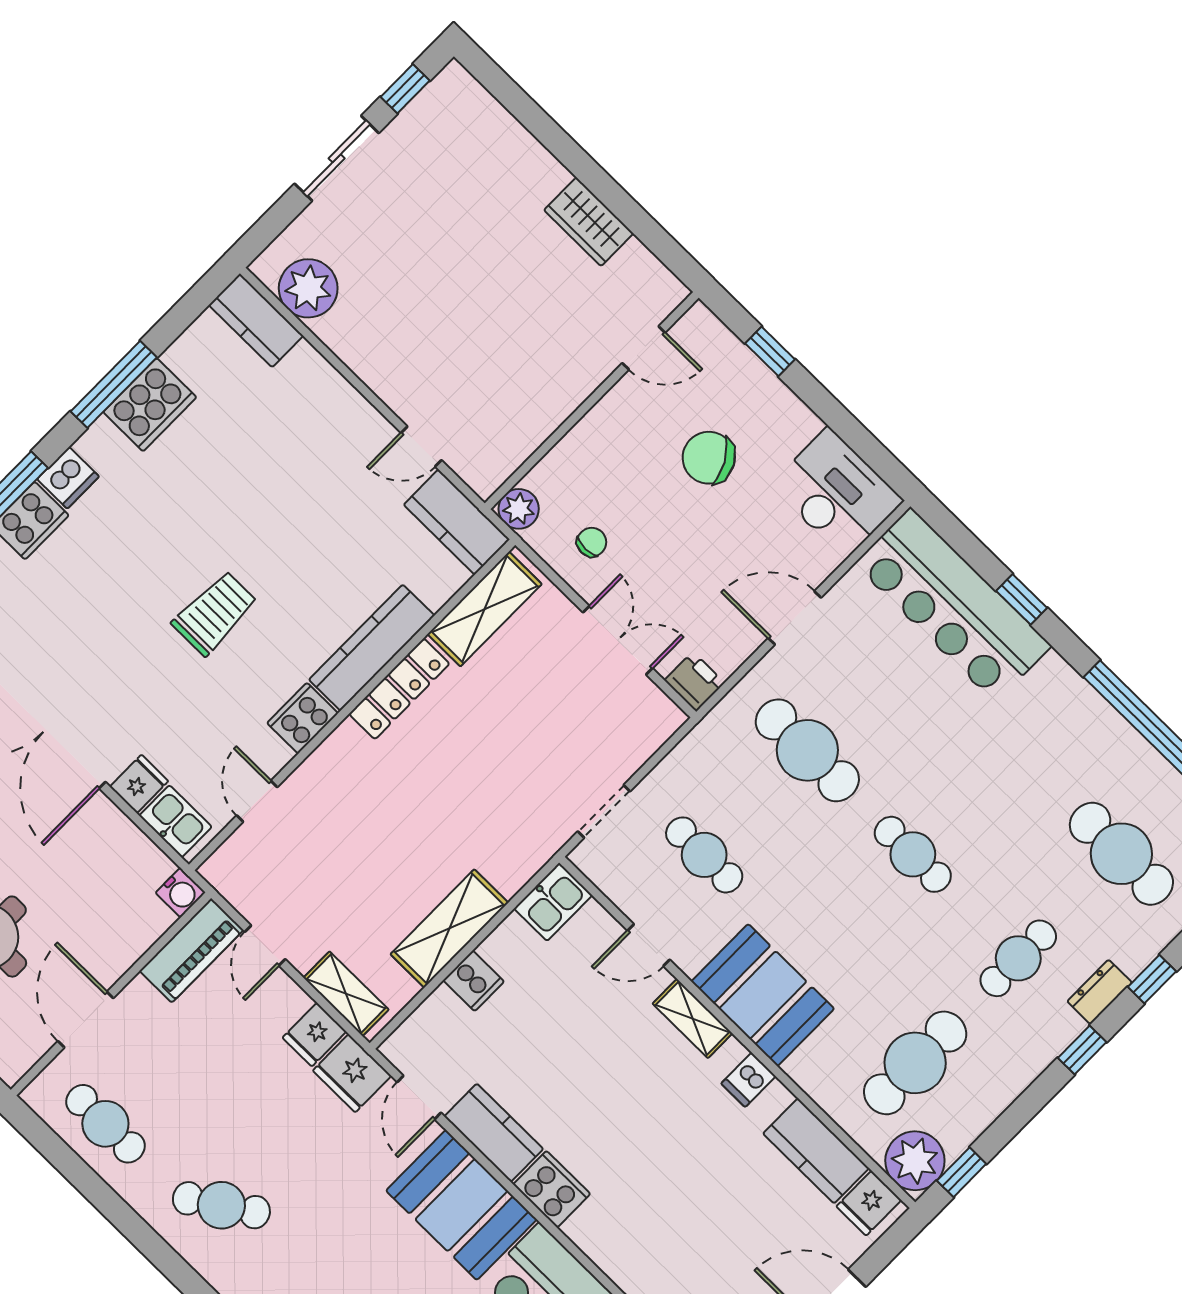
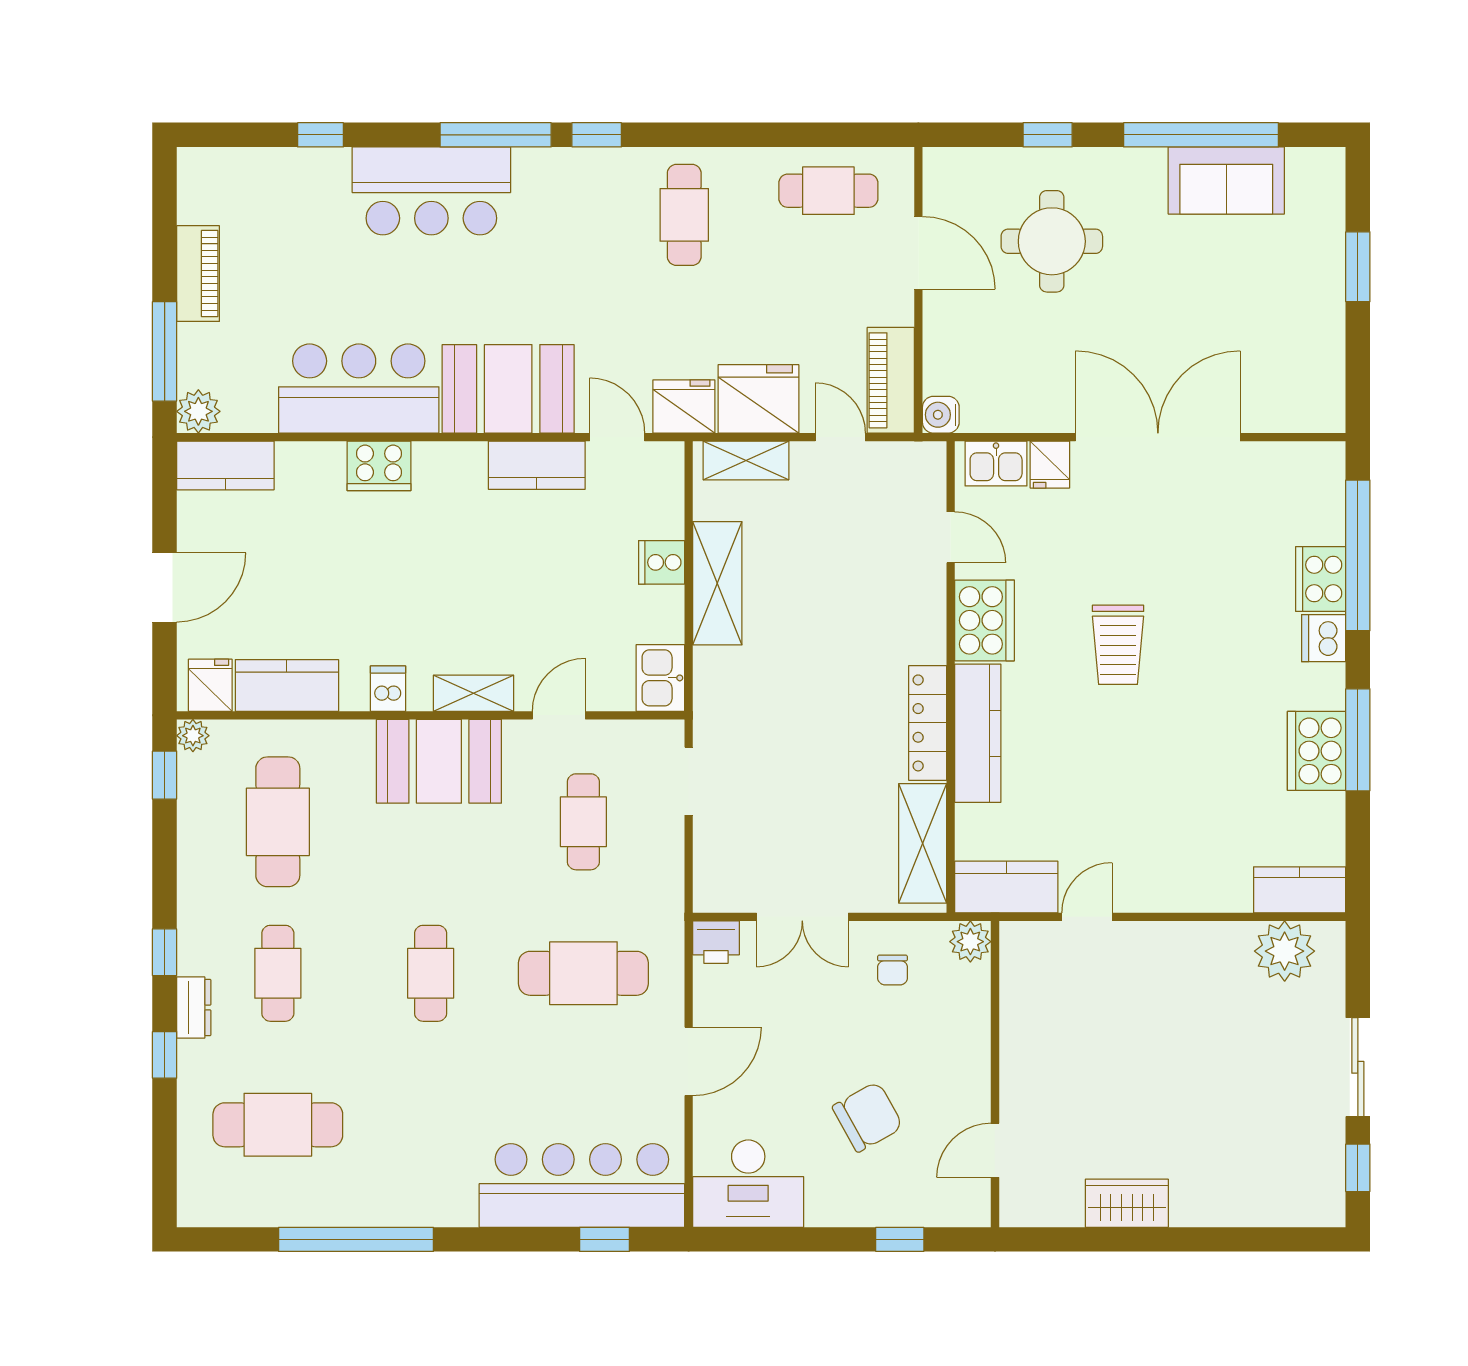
window: (1022, 599) -> (604, 1239), moved
cooker: (303, 718) -> (984, 620), width x1.37, depth x1.31
cafe table: (913, 854) -> (431, 973), turned 90
cafe table: (704, 855) -> (583, 822), turned 90
fridge: (314, 1035) -> (758, 399), width x1.88, depth x1.34
plant: (915, 1161) -> (193, 736), width x0.53, depth x0.53
cooker: (552, 1189) -> (379, 466), moved
cafe table: (221, 1205) -> (684, 215), turned -57

